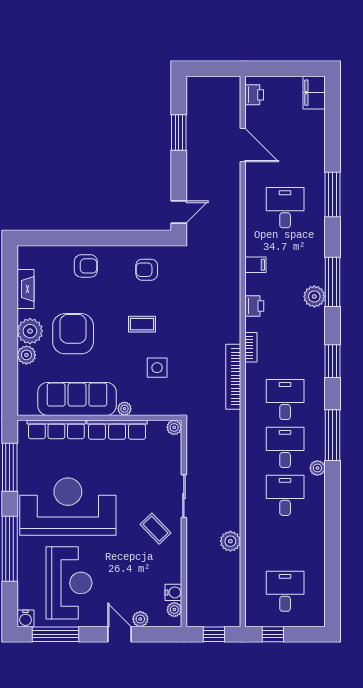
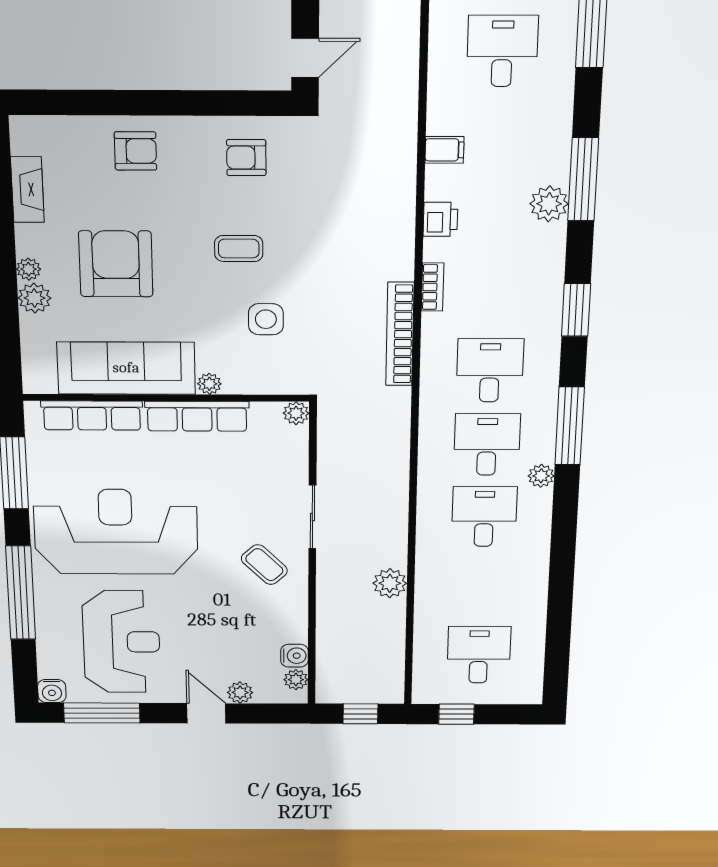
plant: (30, 331) -> (29, 269), width x0.53, depth x0.53

